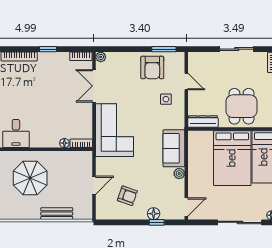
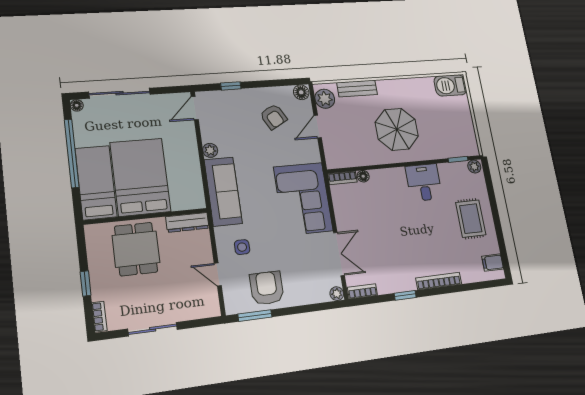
sofa: (174, 148) -> (223, 191), width x1.36
armchair: (127, 196) -> (273, 117), turned -138
plant: (84, 207) -> (325, 99), added
floor lamp: (154, 214) -> (301, 92), moved

